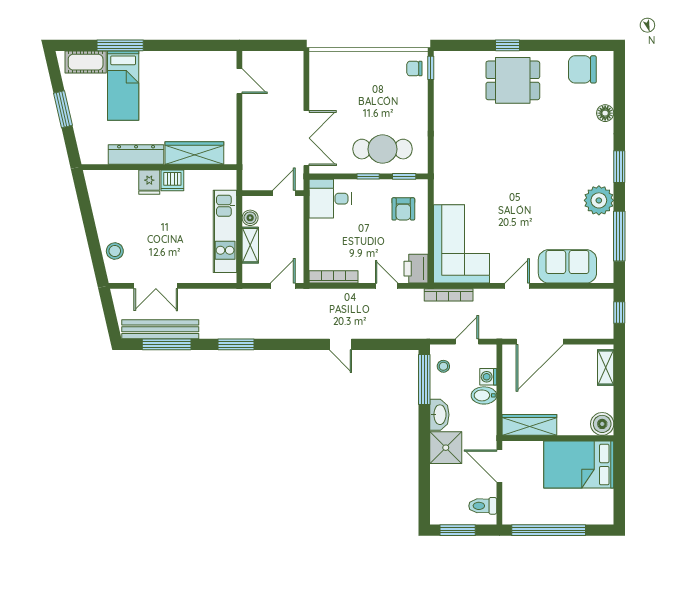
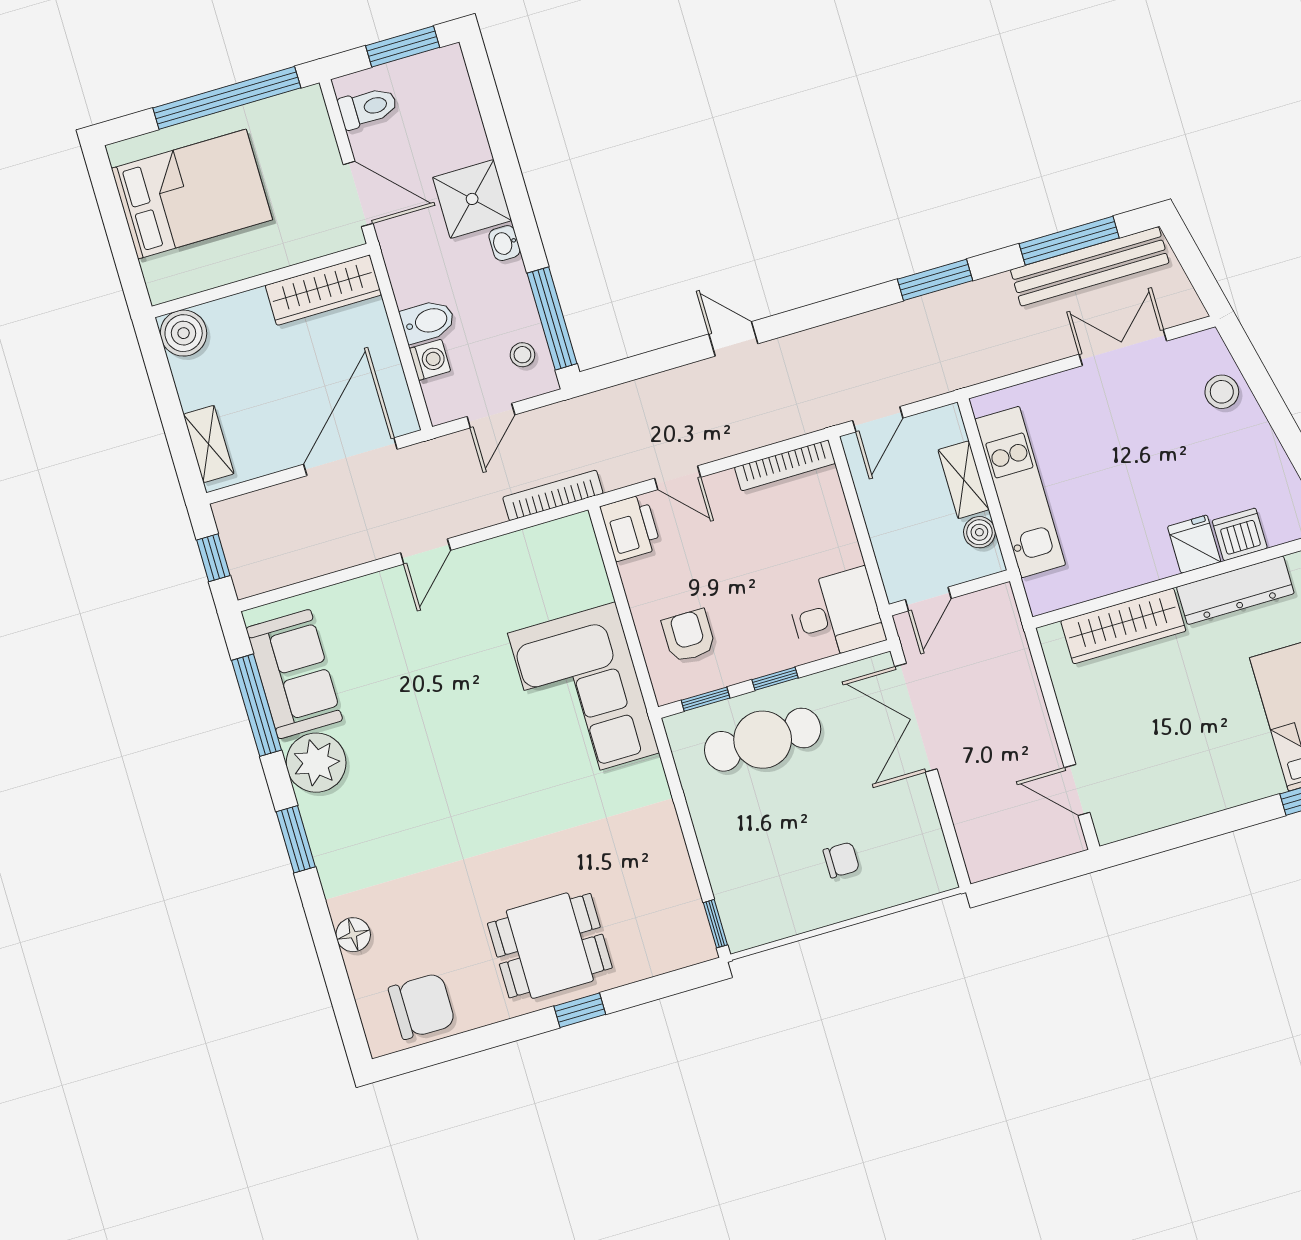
chair: (414, 69) -> (841, 860), moved
dishwasher: (172, 180) -> (1240, 534), moved
corner sofa: (461, 244) -> (583, 693), moved
sofa: (567, 266) -> (294, 674), moved, turned -90
washbasin: (439, 415) -> (504, 243), width x0.52, depth x0.69
bed: (579, 465) -> (192, 194), moved

